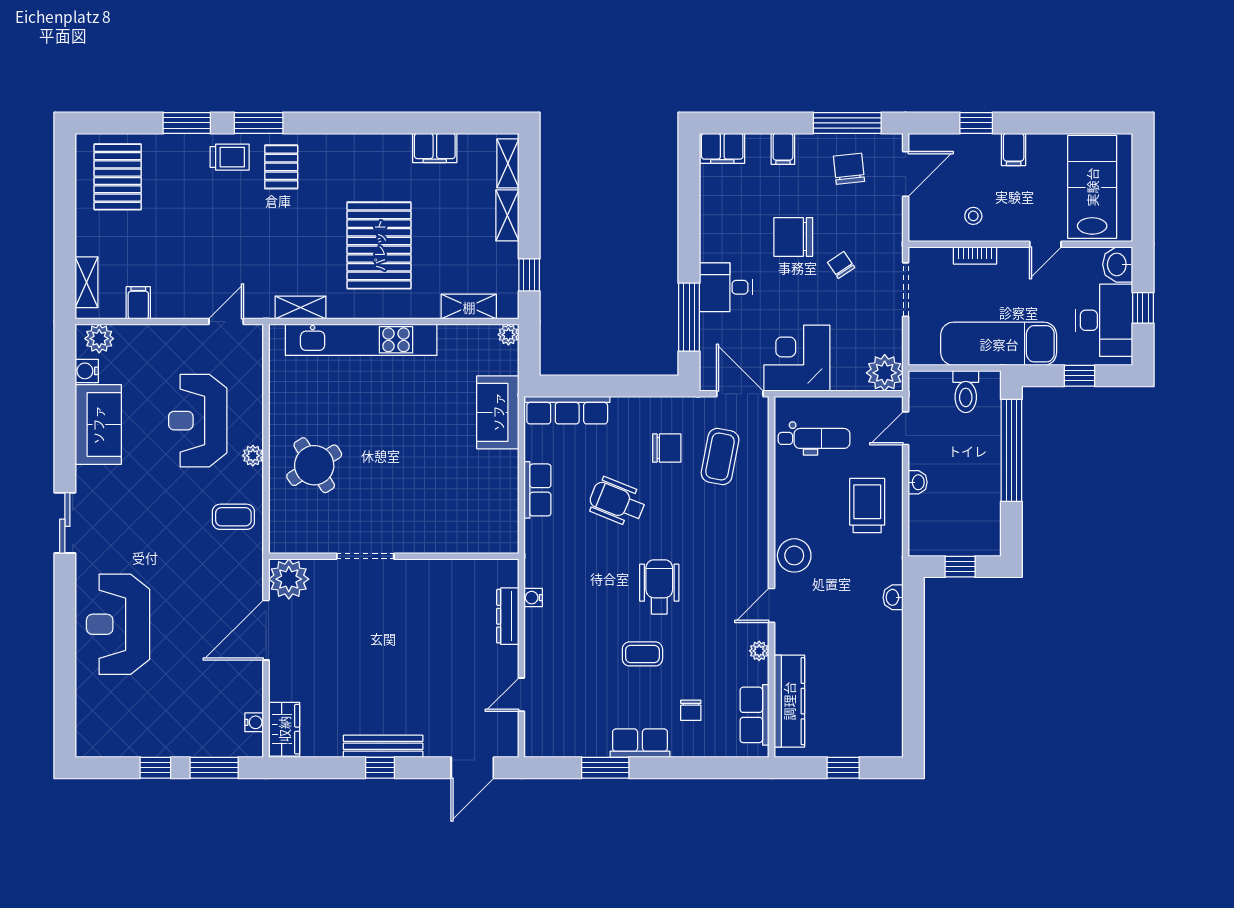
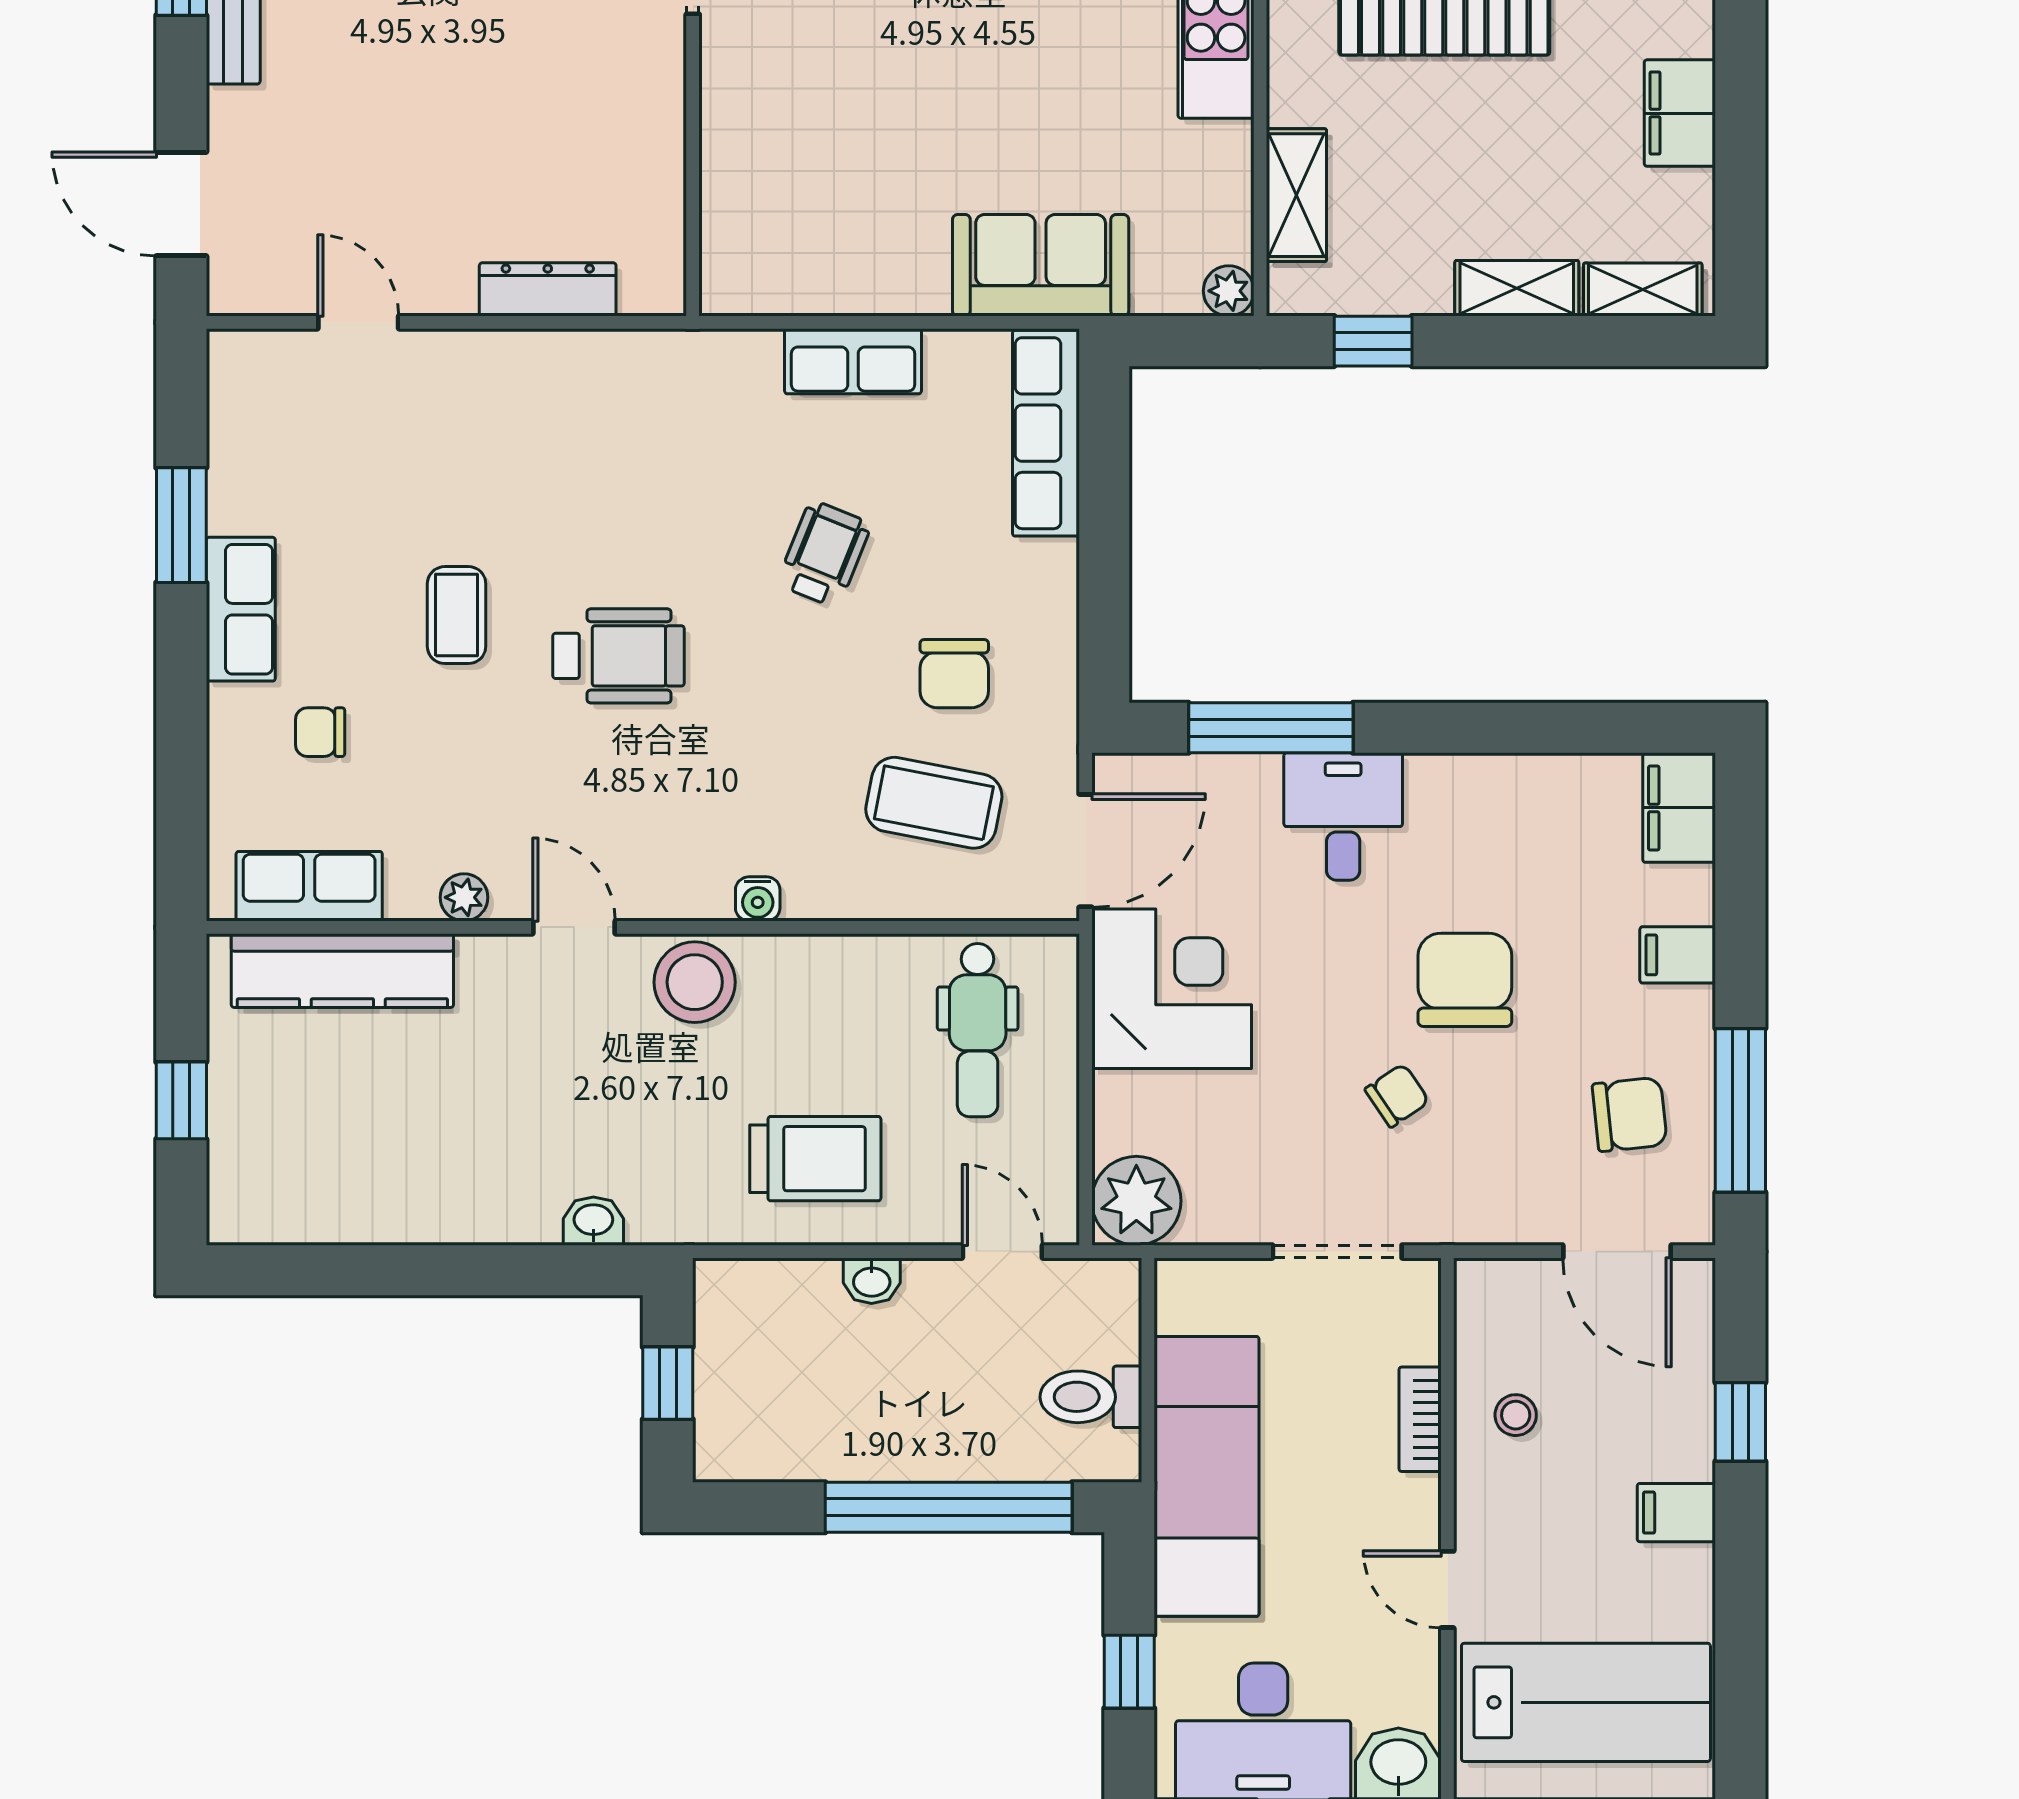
wheelchair: (617, 502) -> (824, 554), width x0.73, depth x0.73
water cooler: (533, 598) -> (758, 899), moved, turned 180

